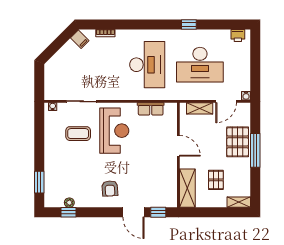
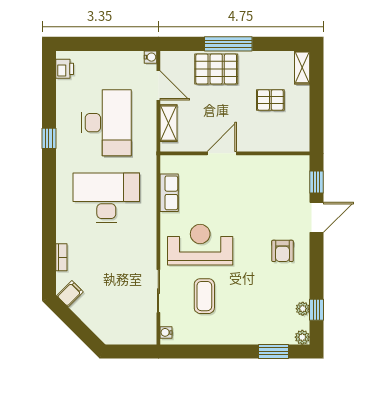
armchair: (110, 188) -> (282, 251), turned 93
shelving: (187, 188) -> (282, 141), removed
plant: (49, 202) -> (302, 337), added

